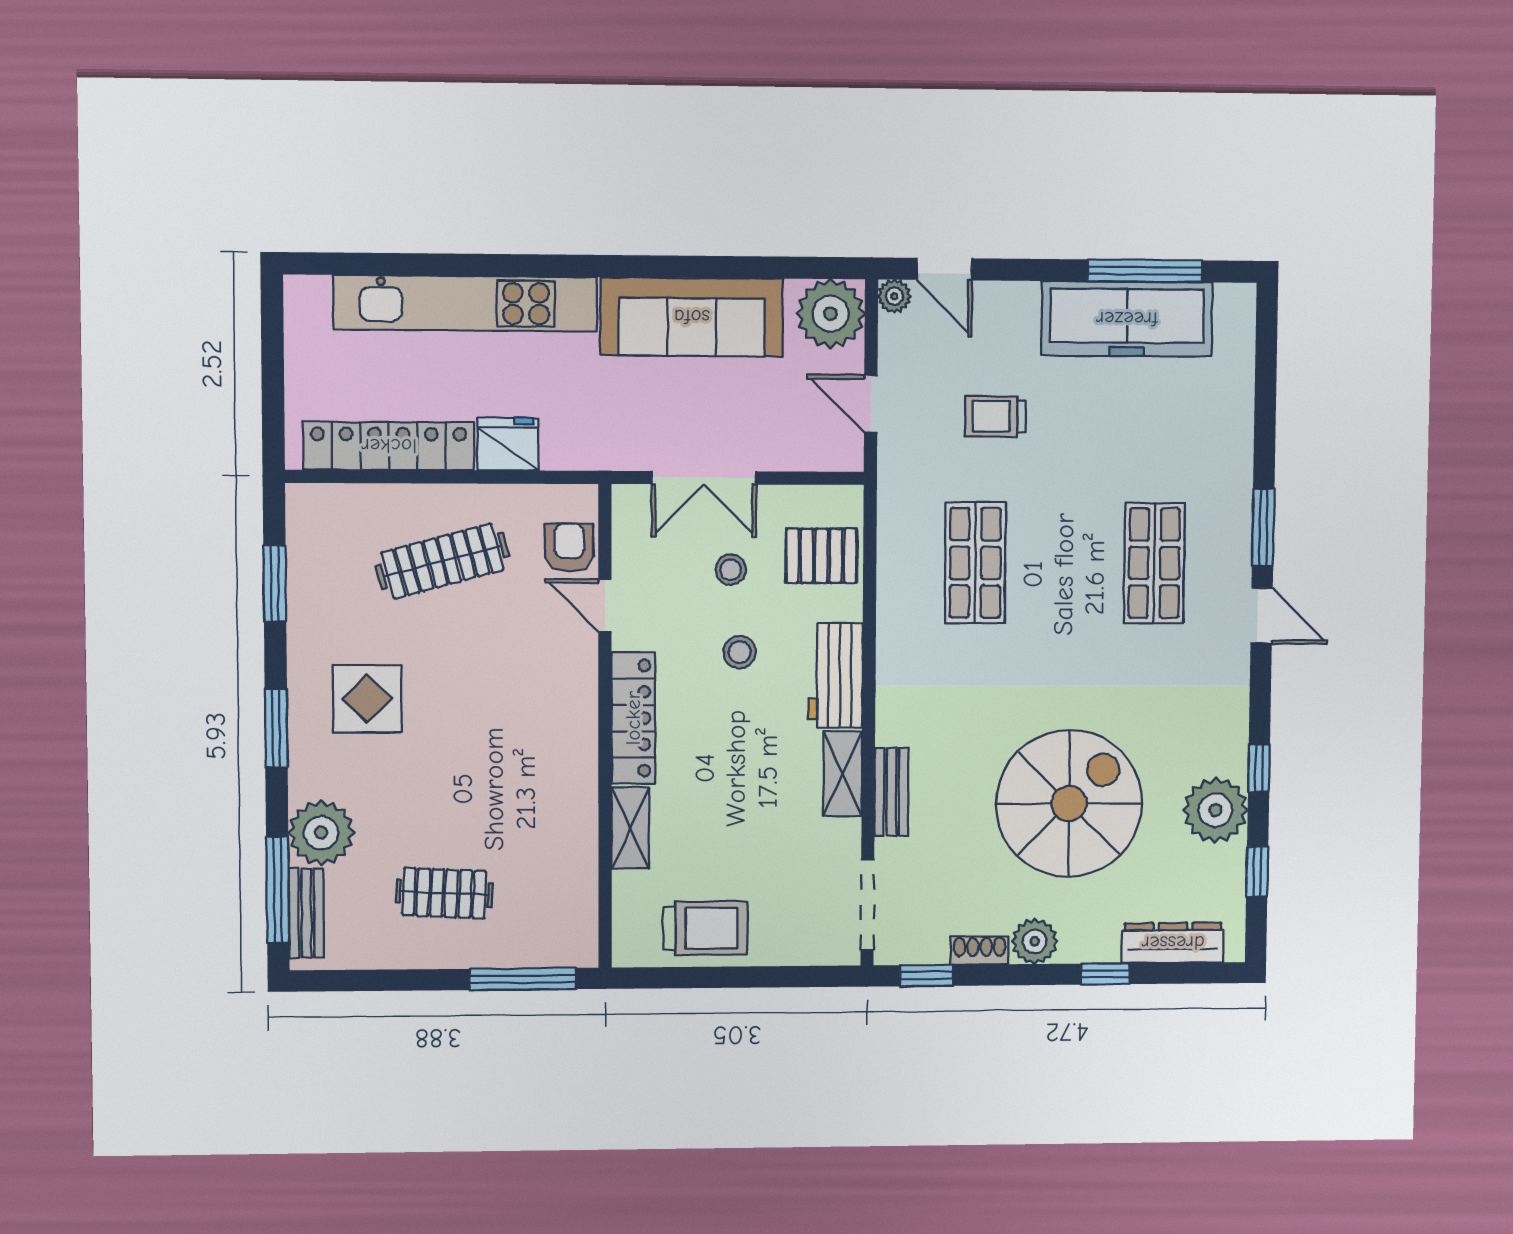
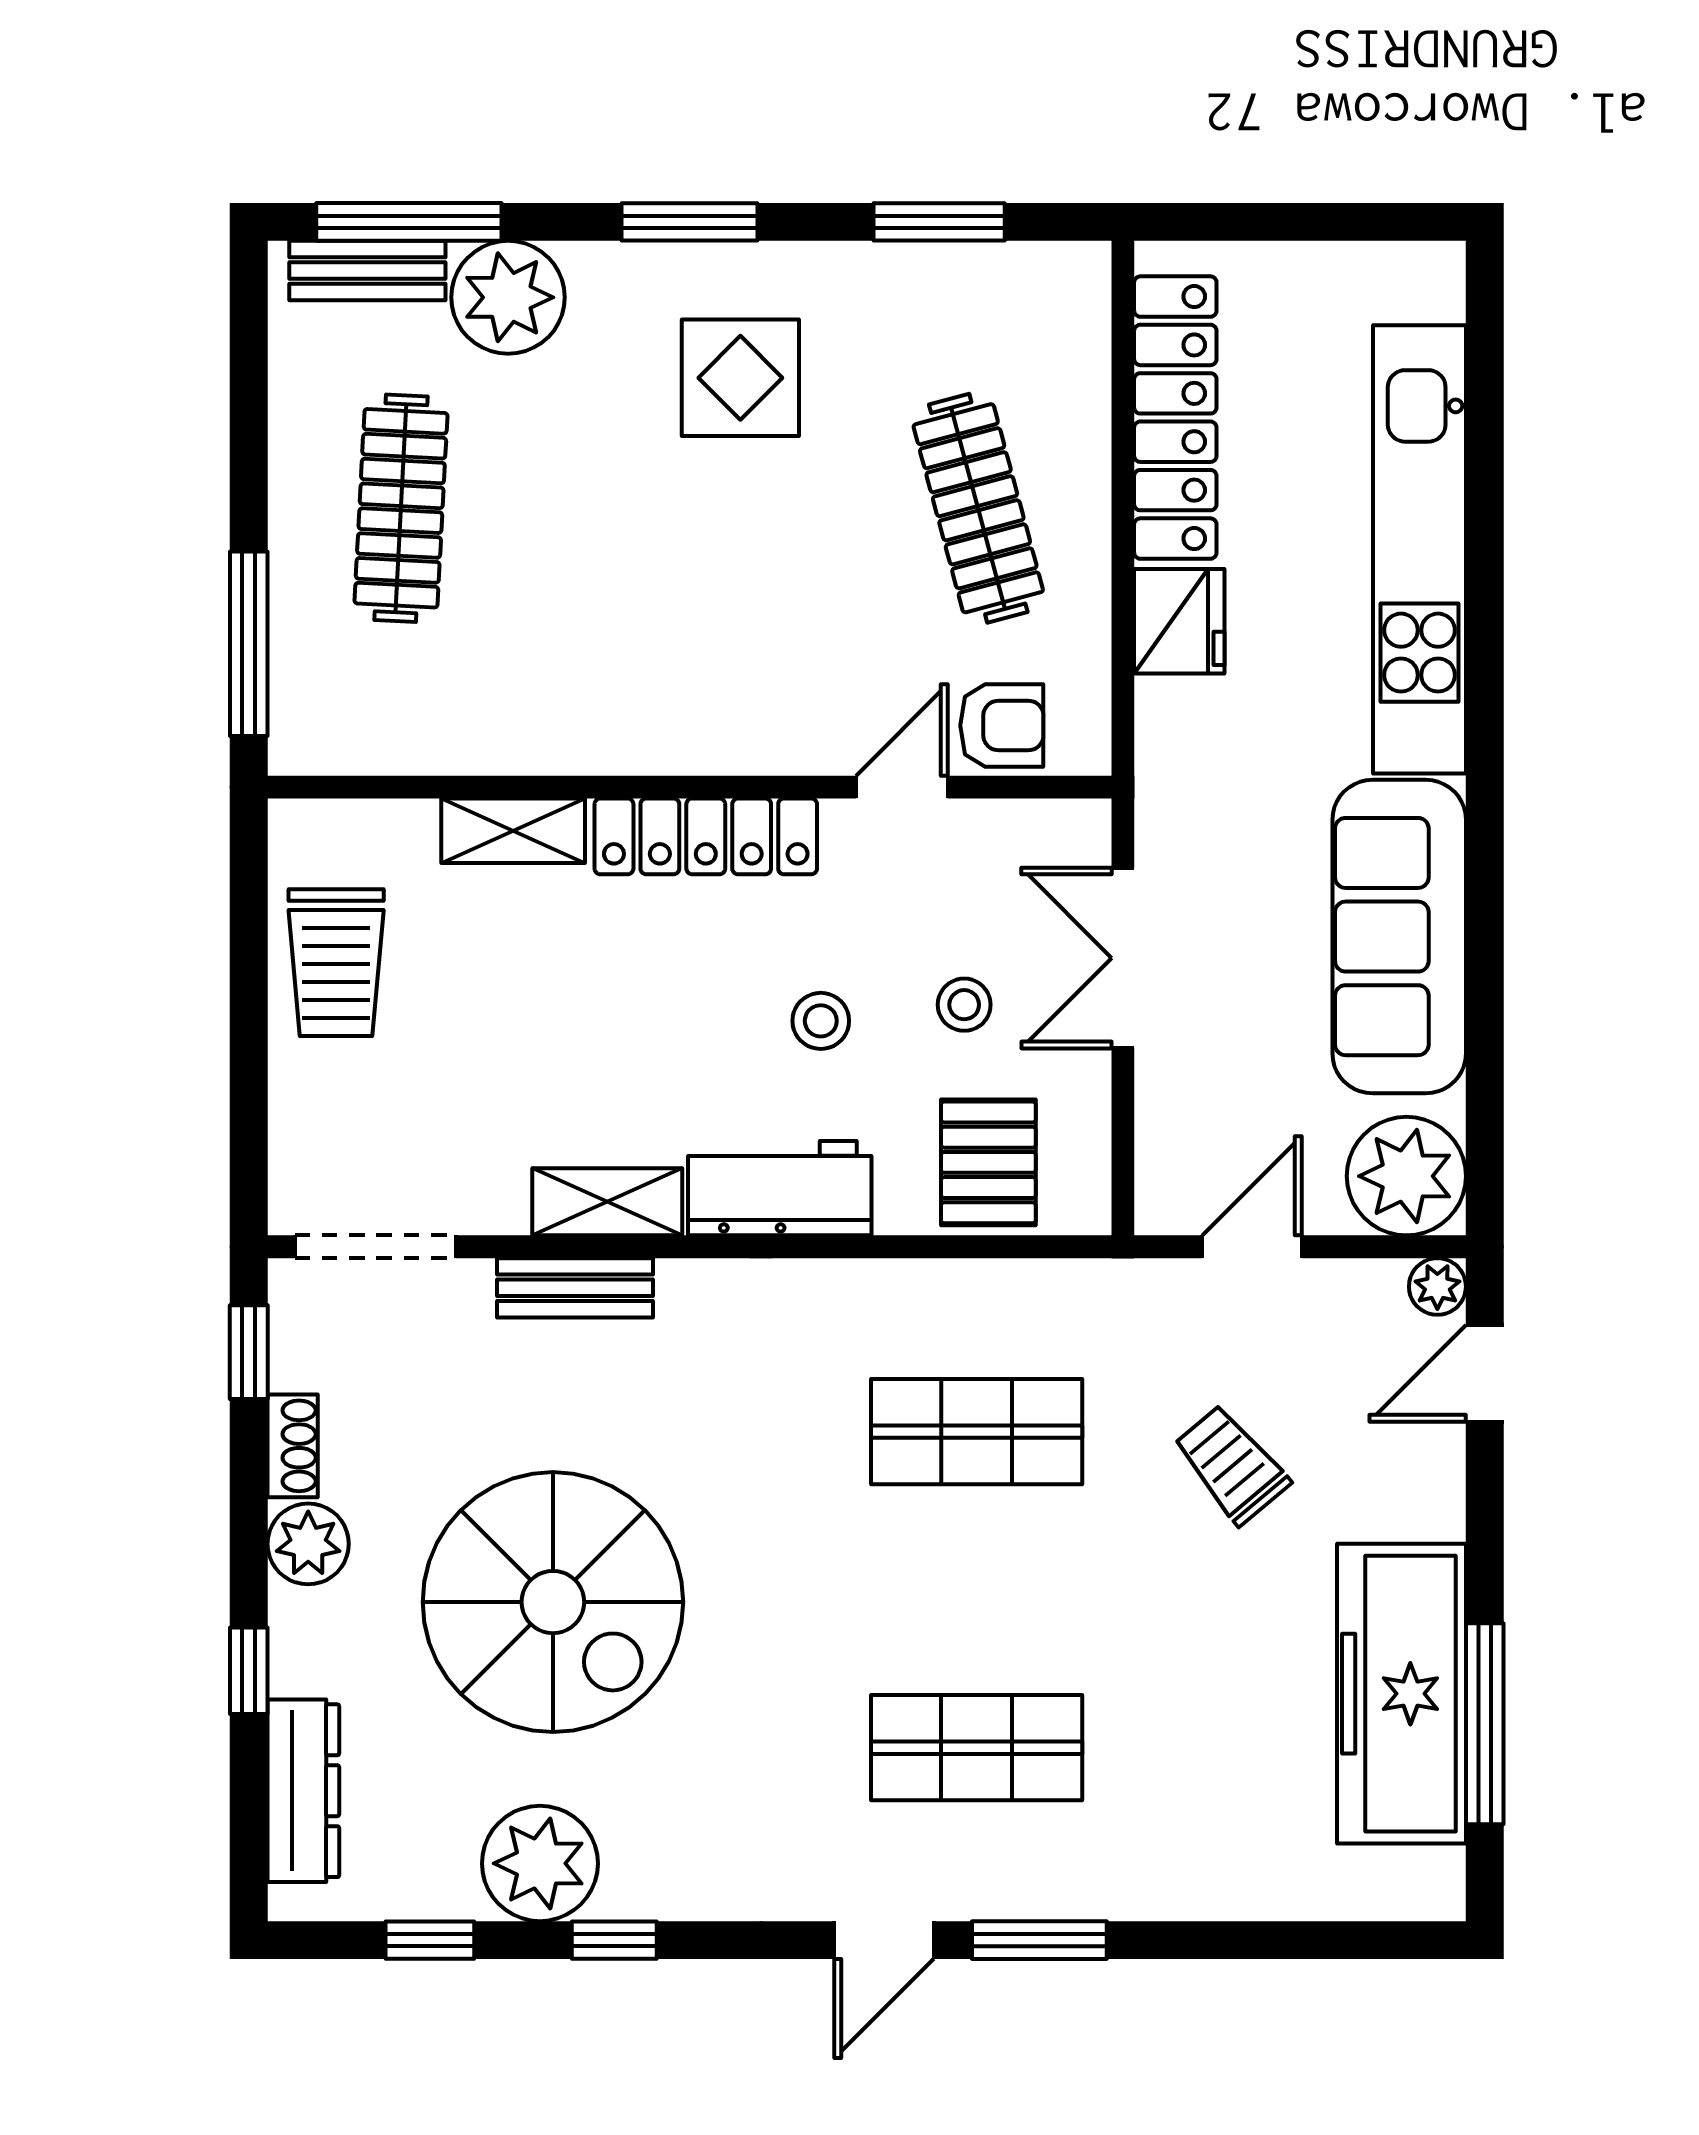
trolley: (995, 416) -> (1232, 1465), turned -40
clothes rail: (444, 893) -> (401, 508), width x1.36

